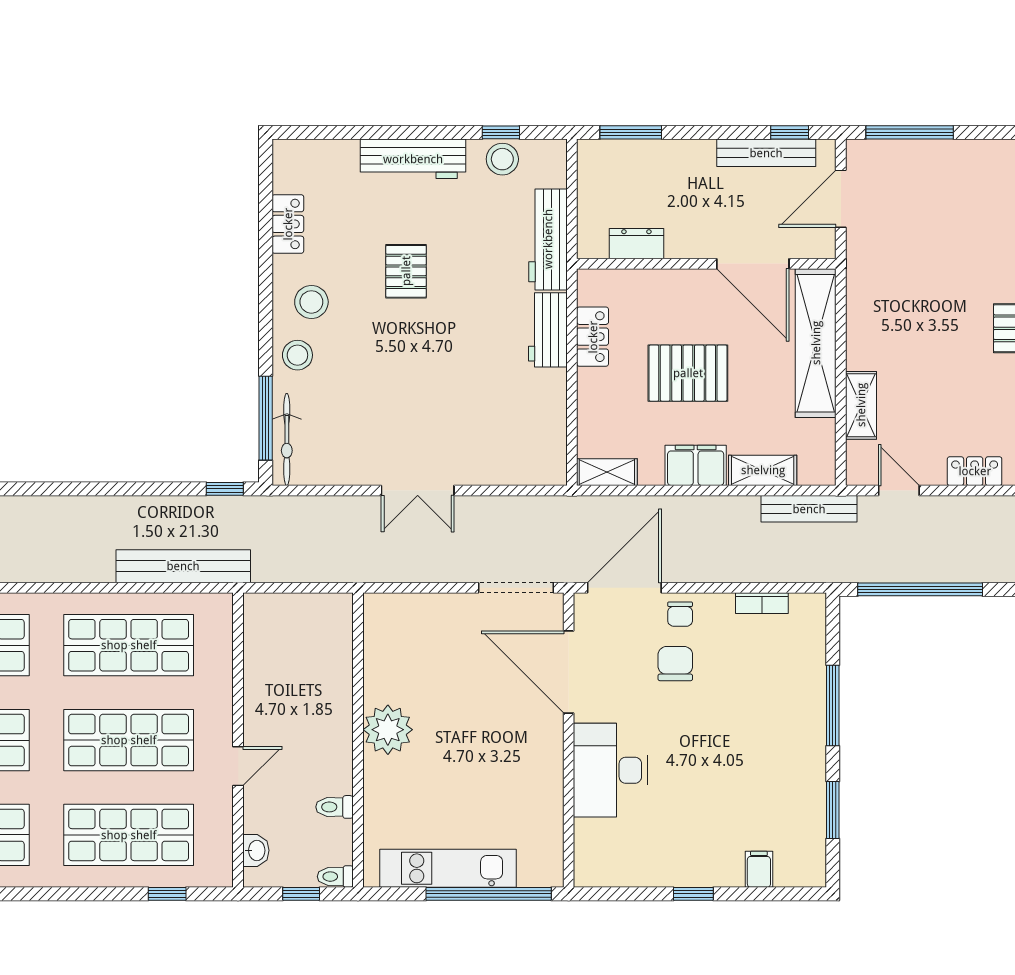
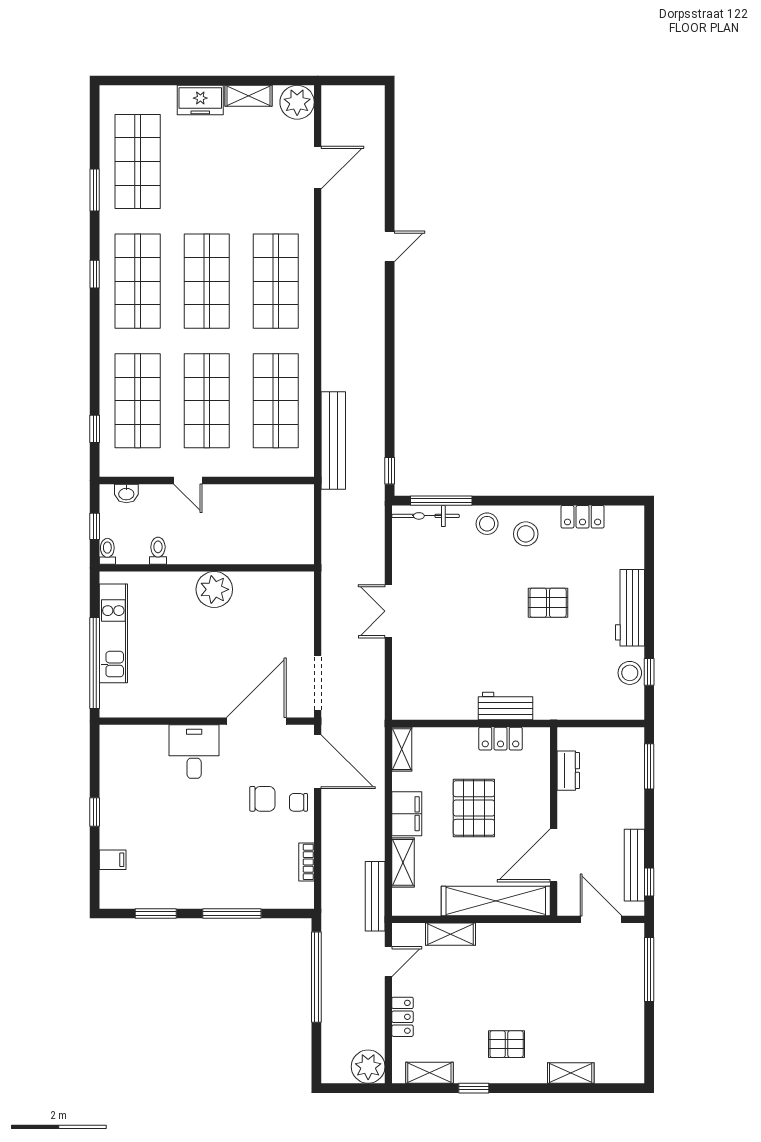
workbench: (548, 239) -> (571, 706), removed
desk: (610, 770) -> (194, 752), width x0.73

